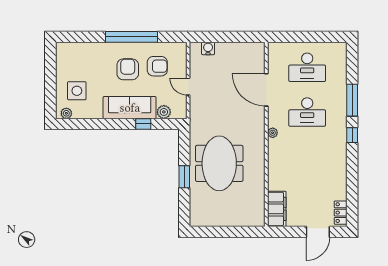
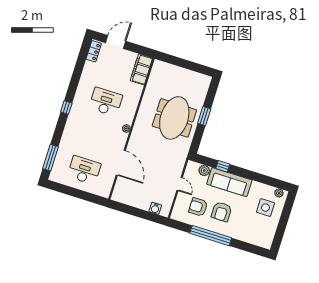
window: (352, 100) -> (50, 158), moved
desk: (307, 112) -> (106, 102), moved

